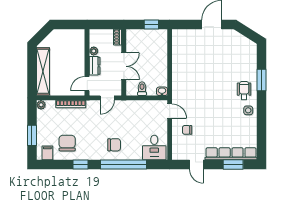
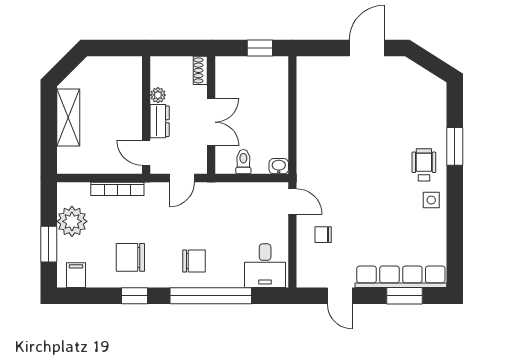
shelving: (43, 71) -> (68, 118), width x0.68
door: (87, 84) -> (146, 153), hinge flipped
plant: (41, 105) -> (72, 221), moved, width x1.87, depth x1.87
chair: (67, 143) -> (130, 257), moved, turned -90

